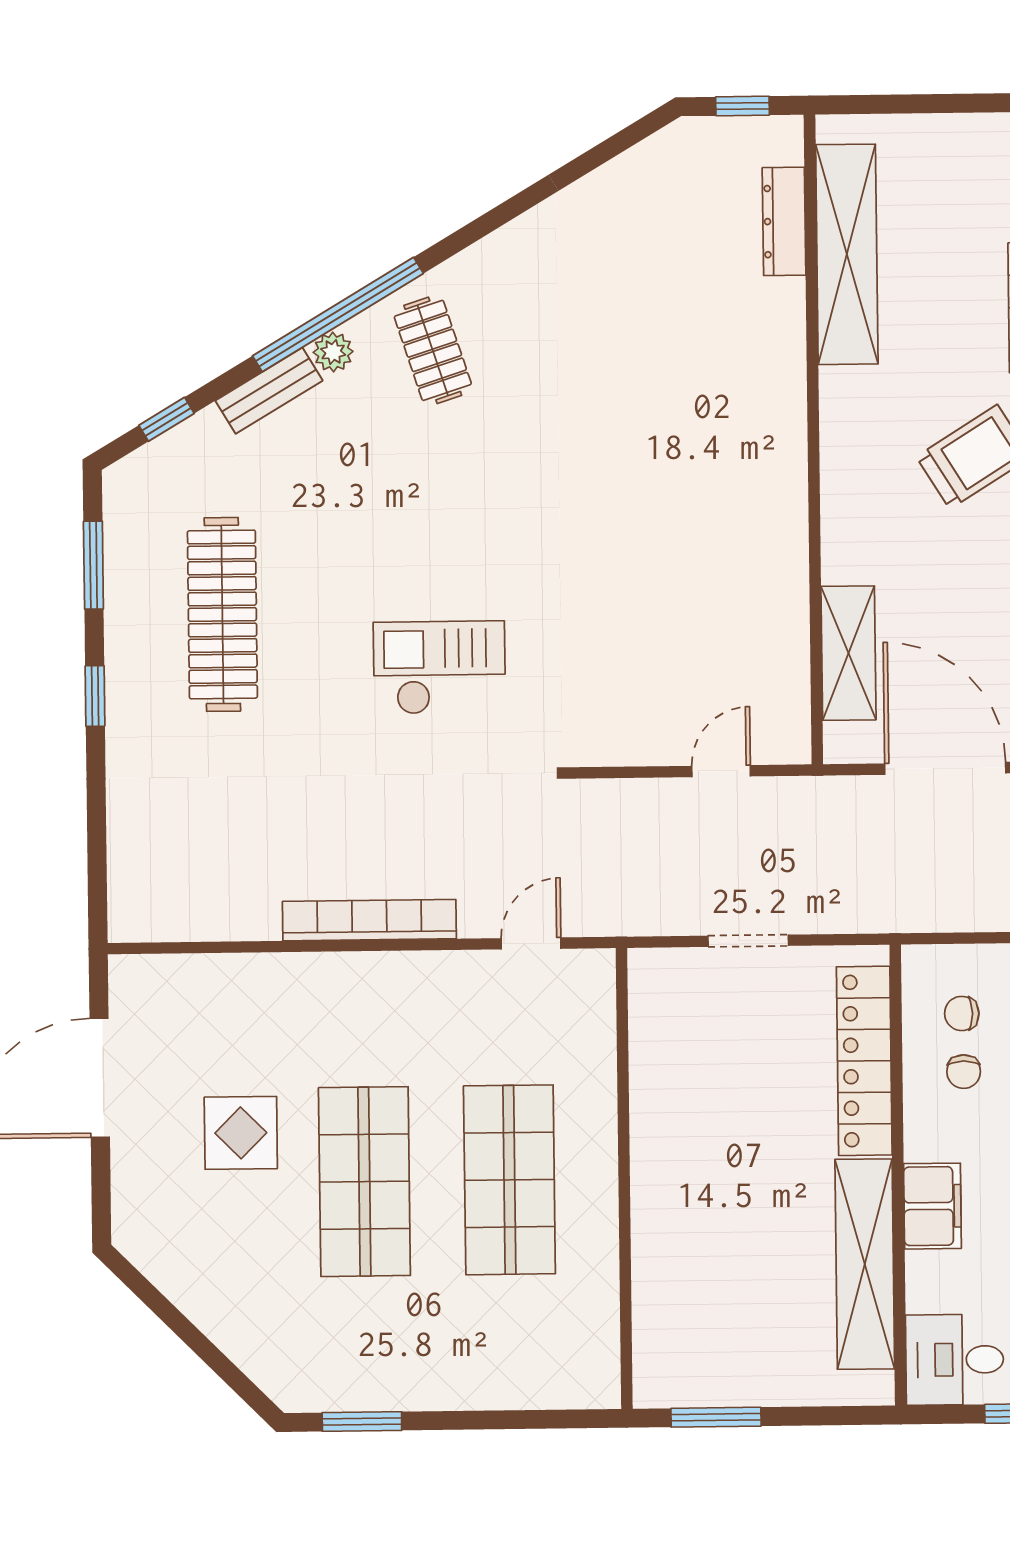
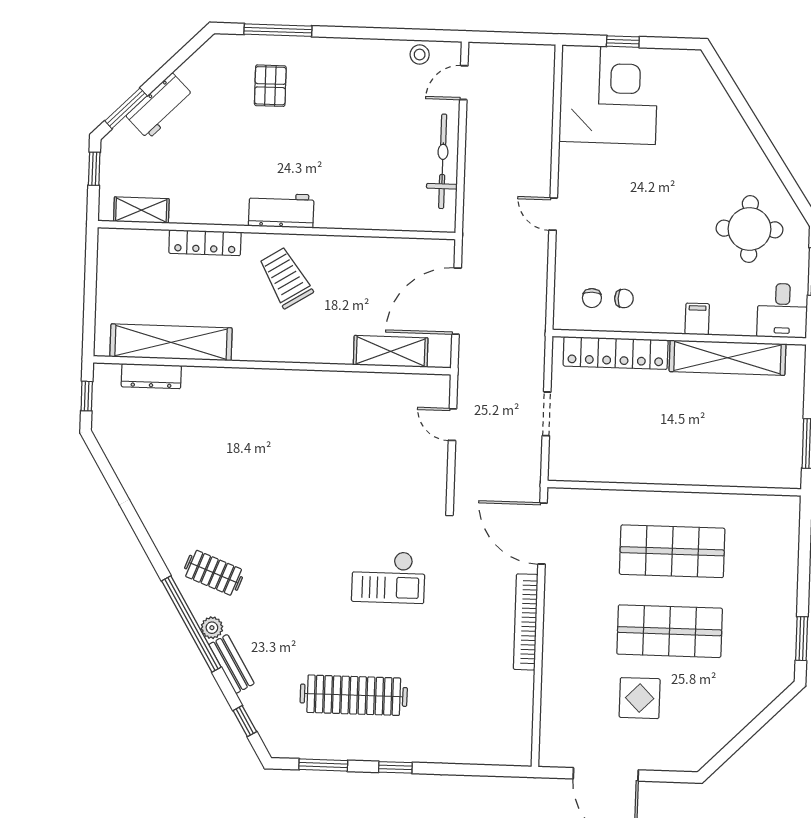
clothes rail: (433, 350) -> (214, 573), turned 39
checkout: (439, 668) -> (388, 577), turned -90
door: (531, 943) -> (543, 534), width x1.87
filing cabinet: (932, 1206) -> (697, 319), width x0.50

